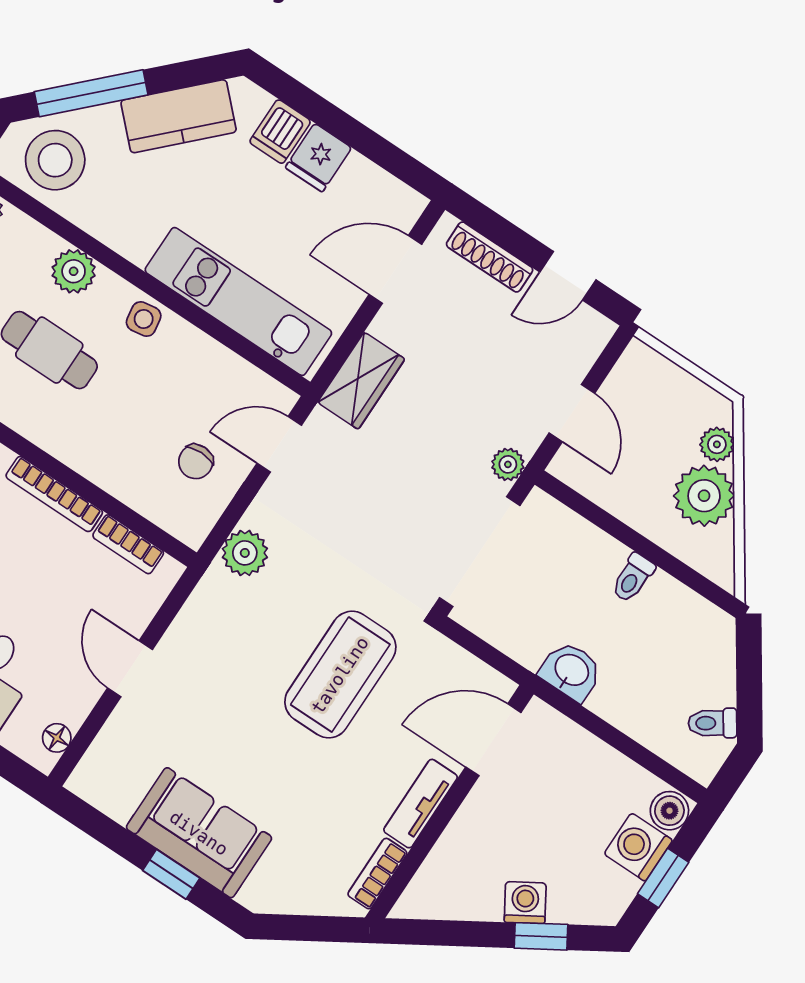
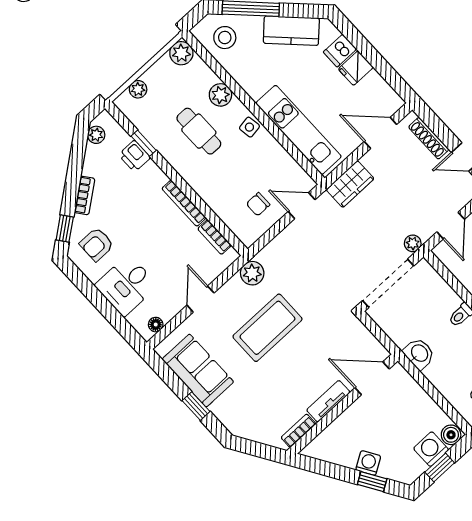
stool: (55, 160) -> (225, 38), width x0.73, depth x0.73
plant: (245, 553) -> (252, 273), moved
coffee table: (340, 675) -> (267, 328), moved
sofa: (199, 833) -> (198, 371), moved

